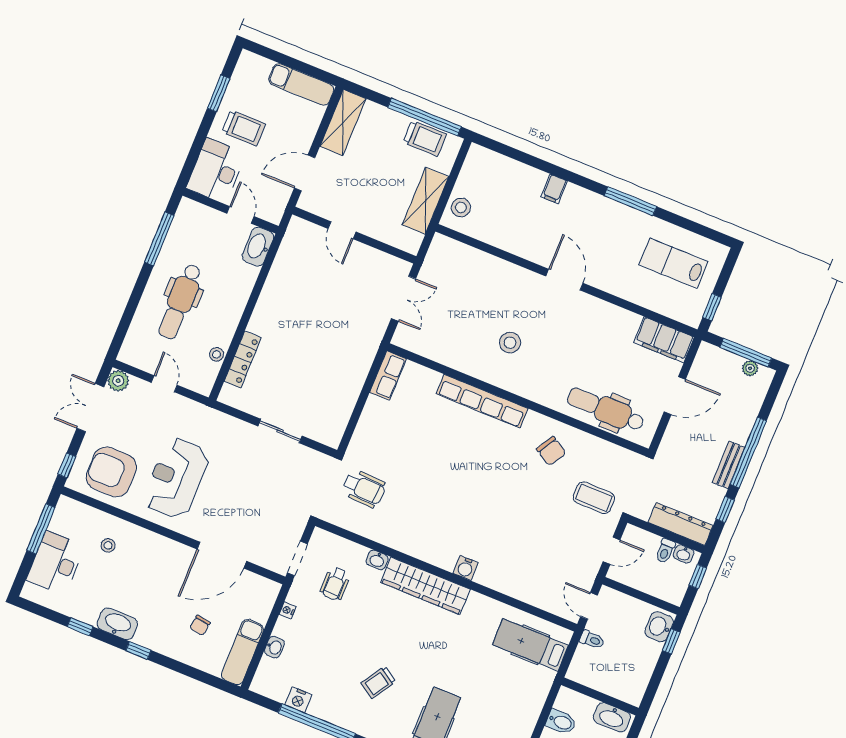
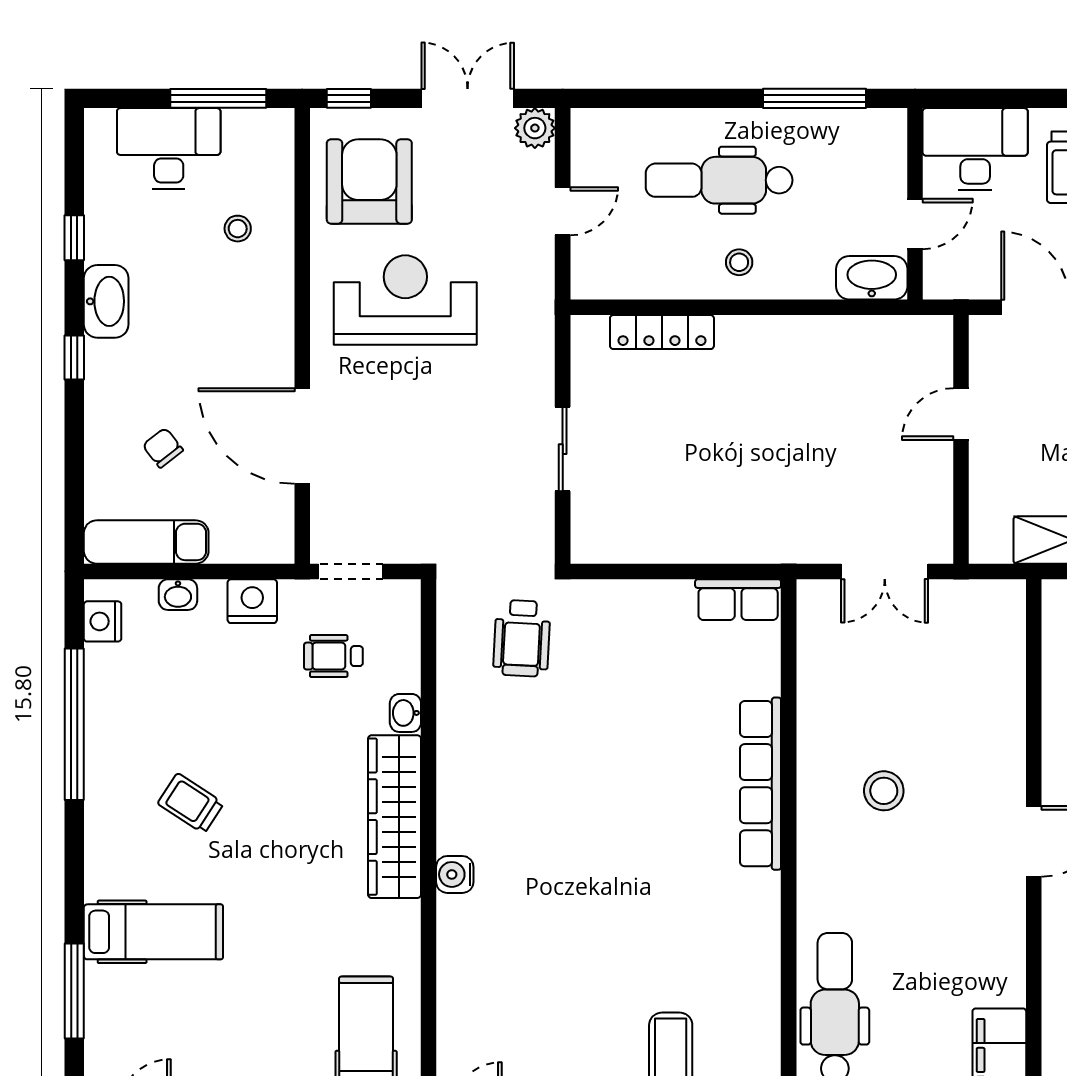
stool: (217, 354) -> (739, 262), moved
chair: (551, 451) -> (722, 941), removed
nightstand: (288, 610) -> (252, 601), width x1.89, depth x1.79
chair: (200, 625) -> (163, 448), turned 44
nightstand: (298, 700) -> (103, 621), moved

